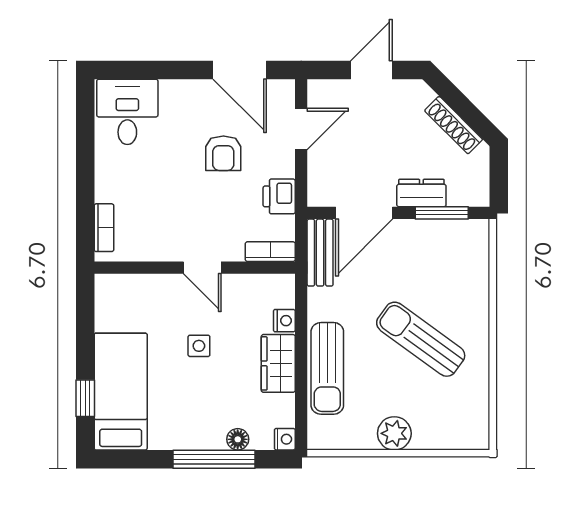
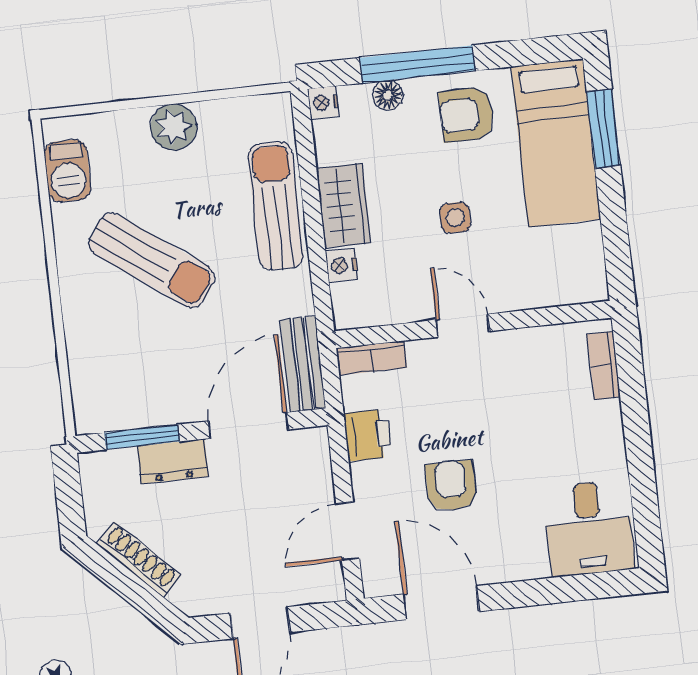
window: (85, 398) -> (604, 128), width x1.50
barbecue: (474, 410) -> (67, 171), added
armchair: (183, 419) -> (467, 115), added

